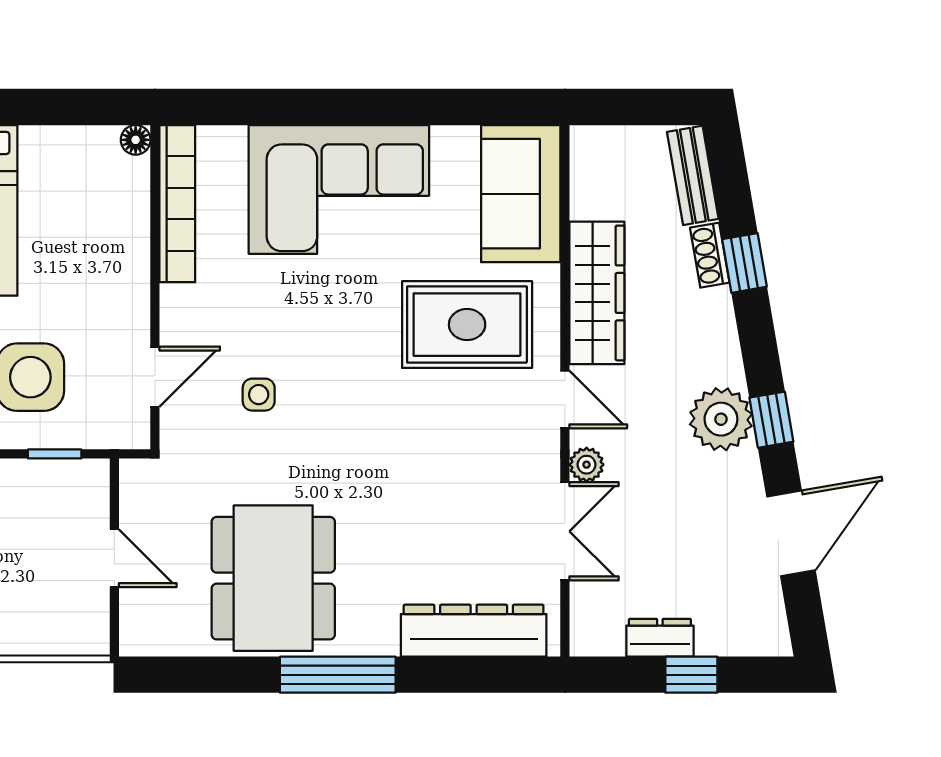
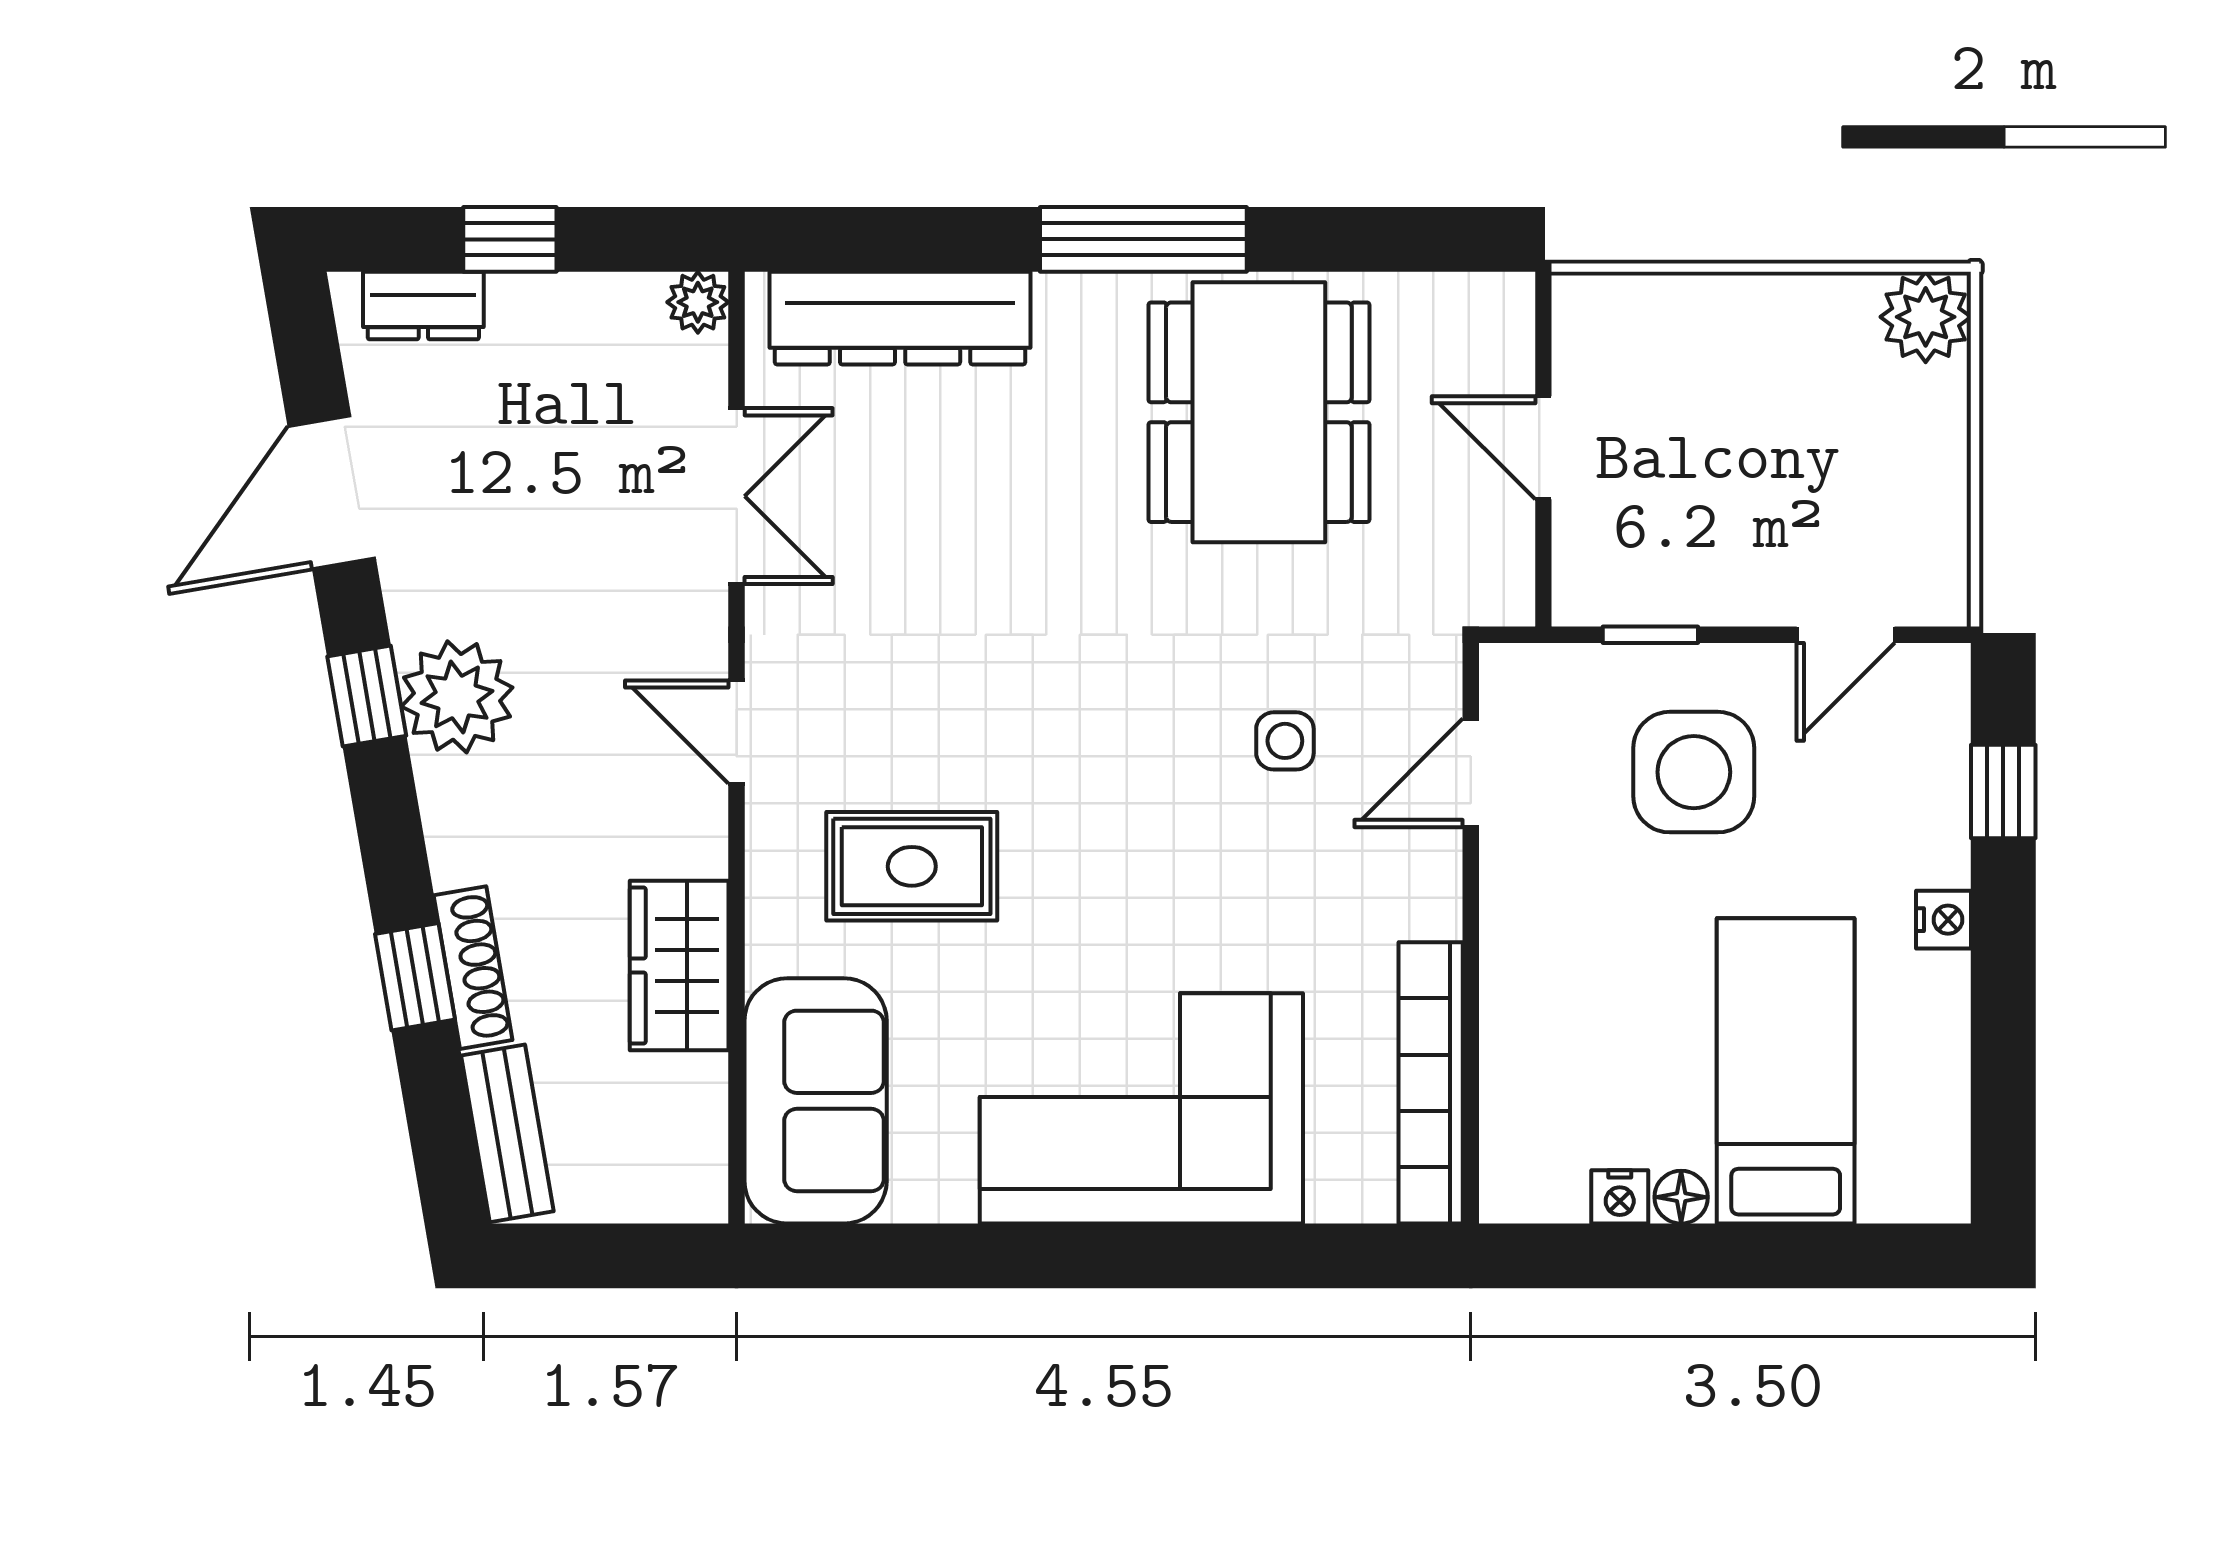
nightstand: (72, 140) -> (1620, 1197), added
floor lamp: (136, 140) -> (1681, 1197), moved
shoe rack: (710, 255) -> (473, 968), width x1.43
wardrobe: (597, 293) -> (679, 965), width x0.67
rug: (467, 325) -> (912, 866), width x0.73, depth x0.70
plant: (587, 465) -> (698, 302), moved
double door: (565, 531) -> (737, 496), swing flipped
dresser: (660, 638) -> (423, 306), moved

